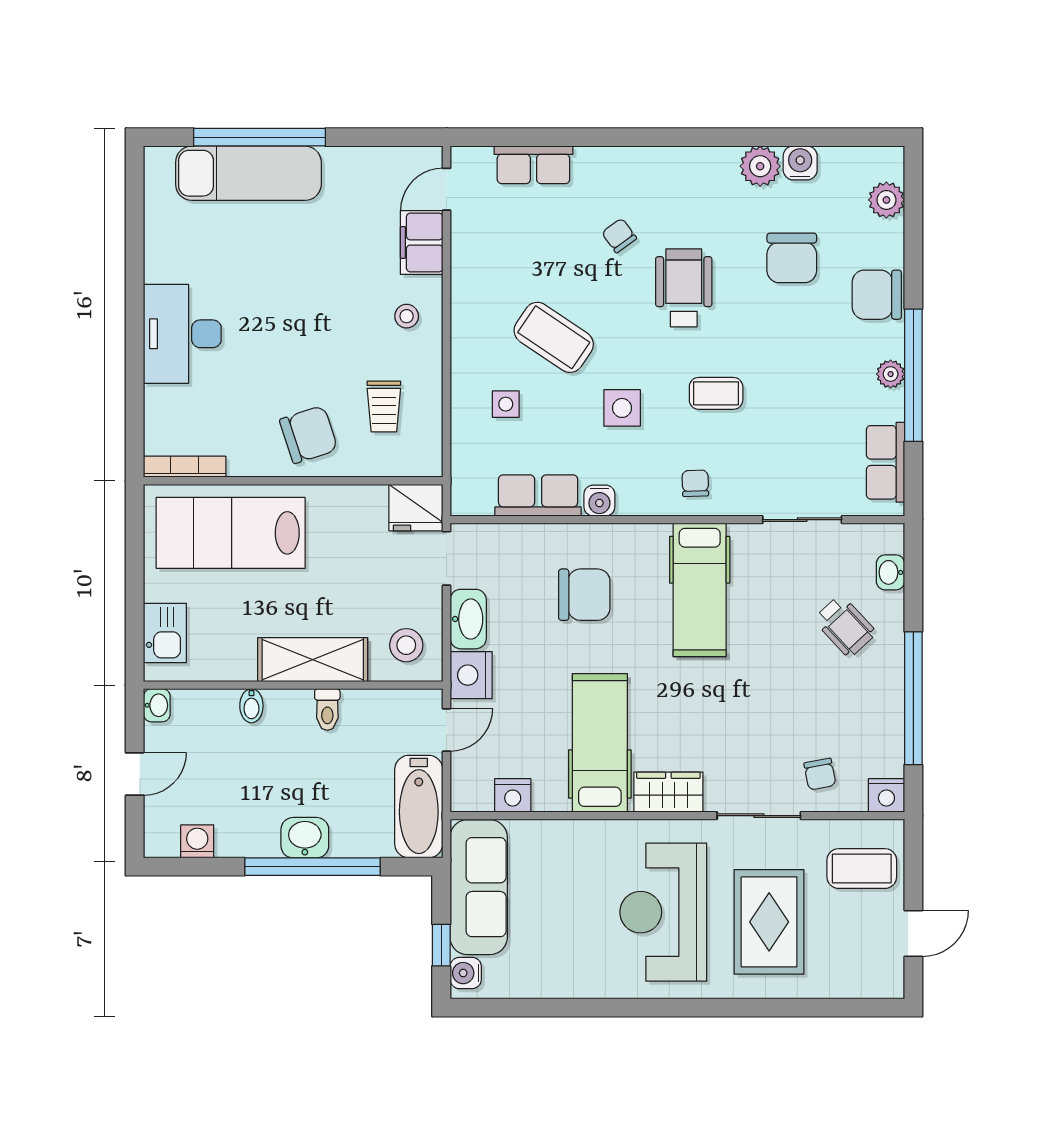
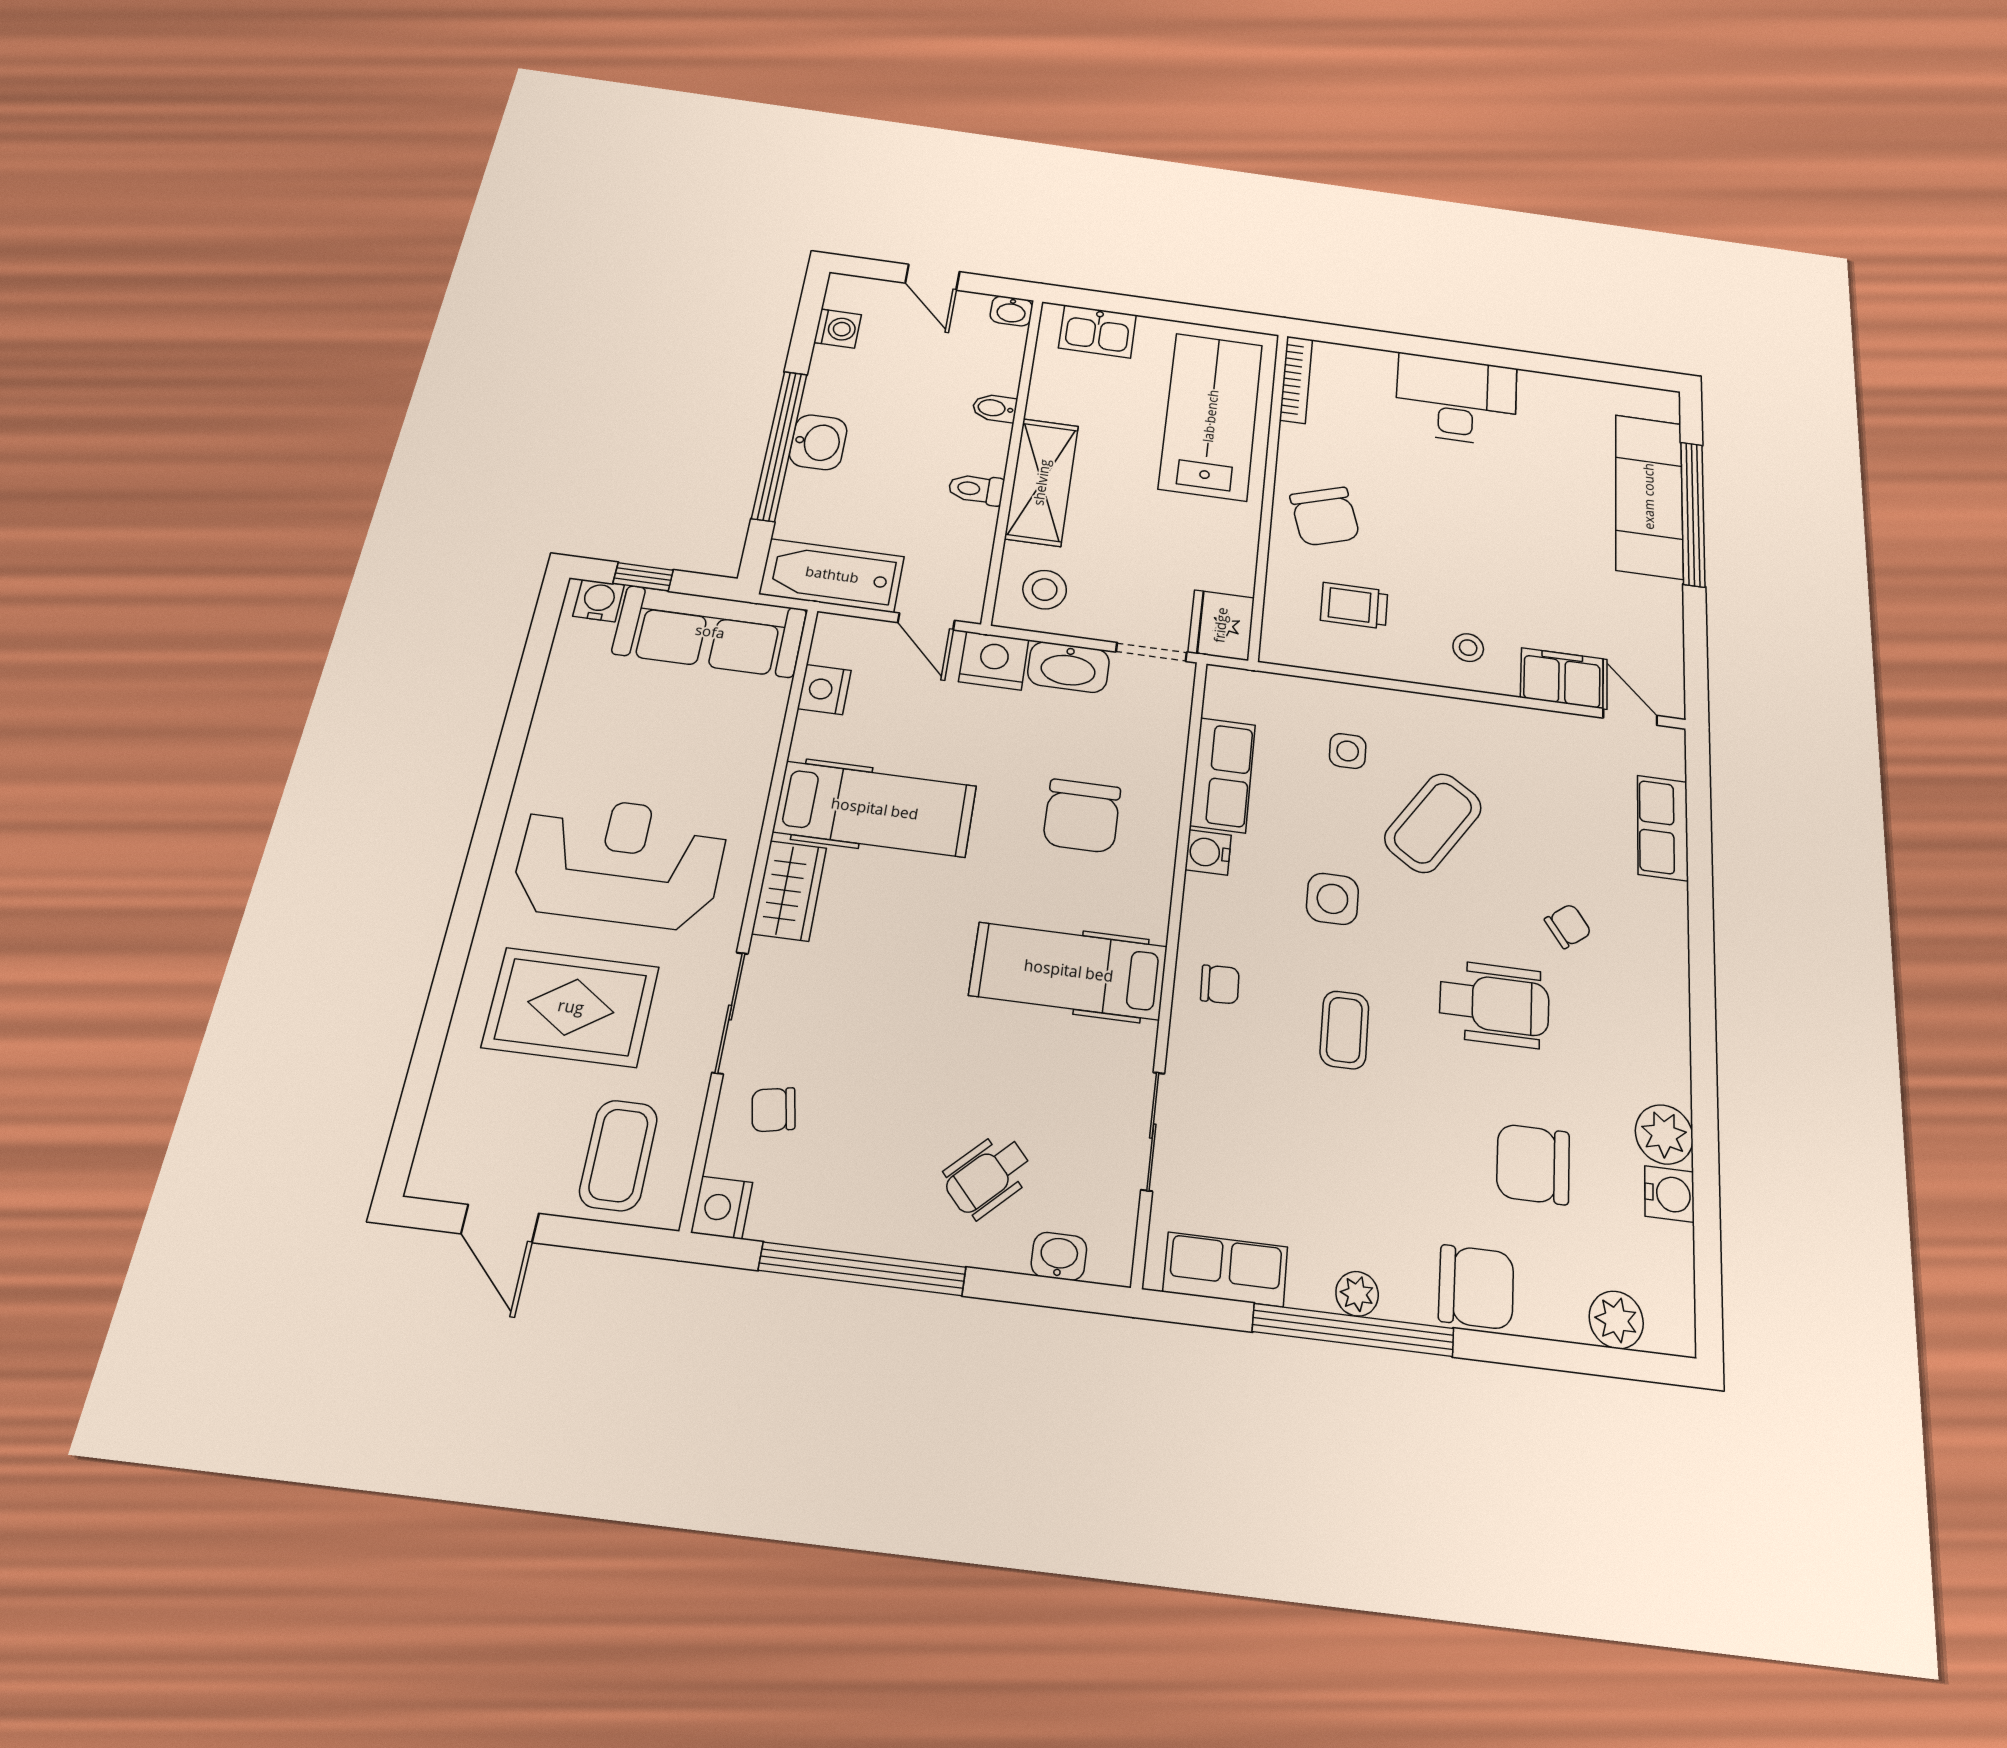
chair: (877, 295) -> (1476, 1287), turned 90

